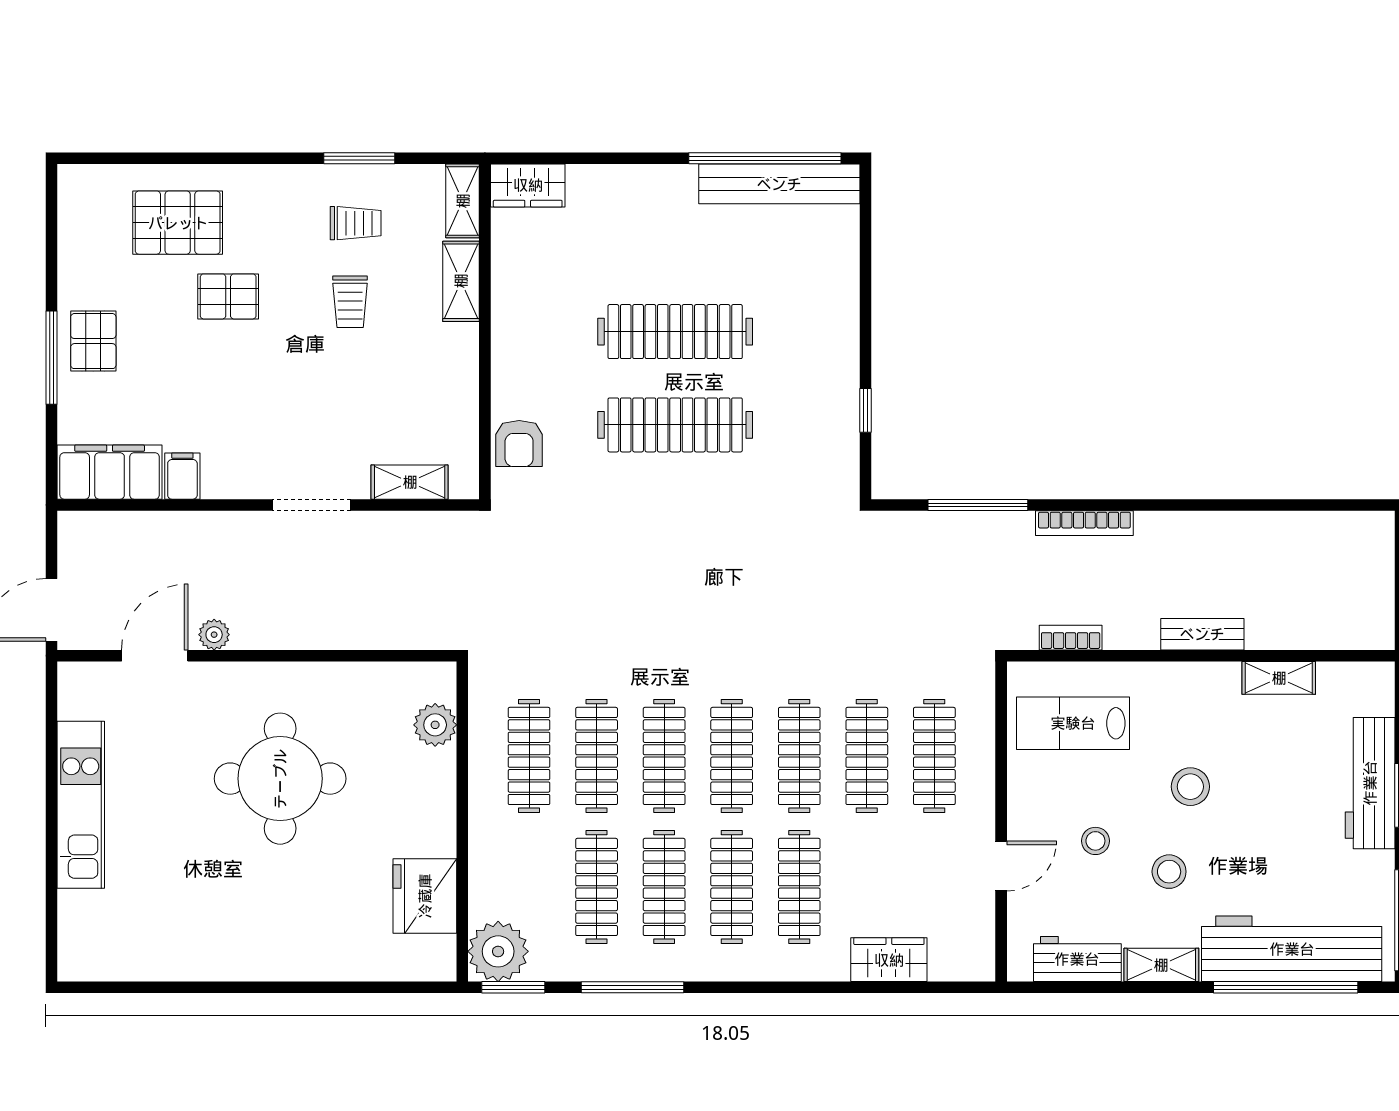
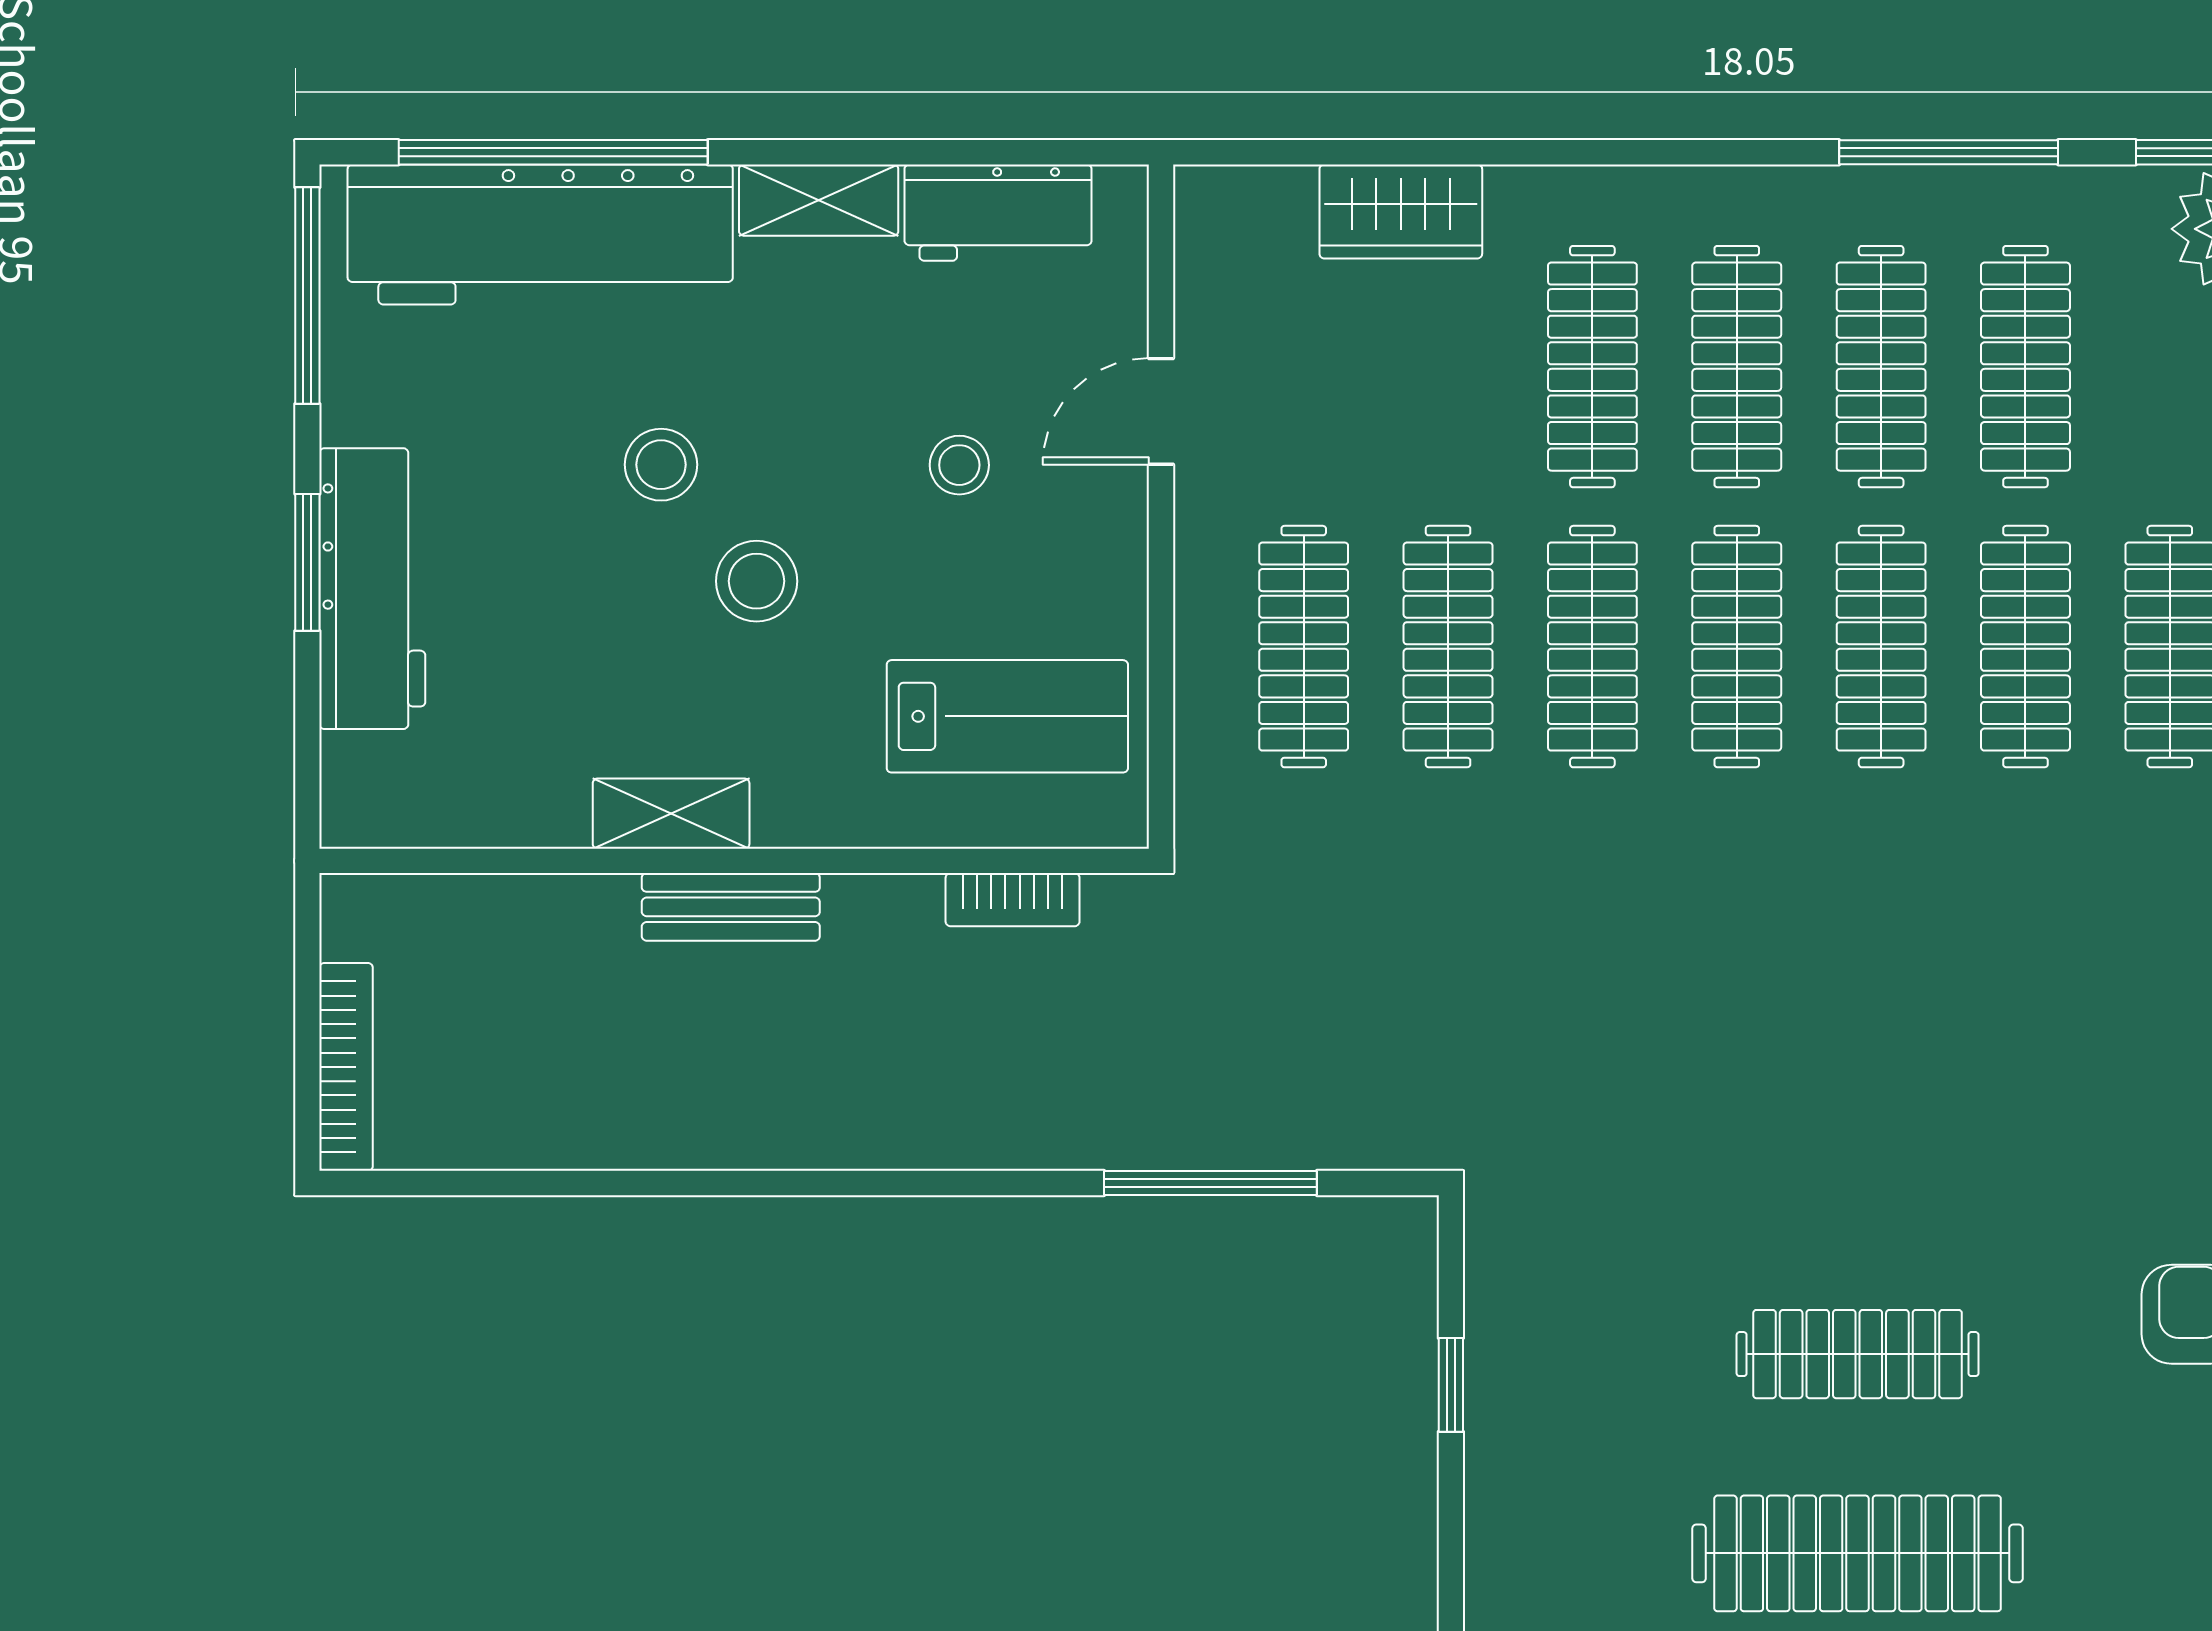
clothes rail: (675, 425) -> (1858, 1354), width x0.73, depth x0.76
bookcase: (1084, 523) -> (346, 1067), moved, turned 90
shelving: (1279, 678) -> (671, 814), moved
stool: (1169, 872) -> (661, 465), moved

